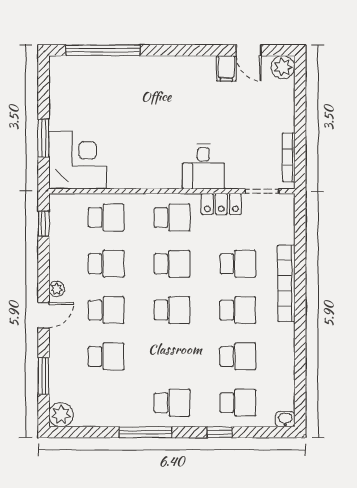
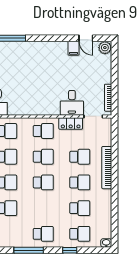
desk: (203, 167) -> (72, 103), moved

